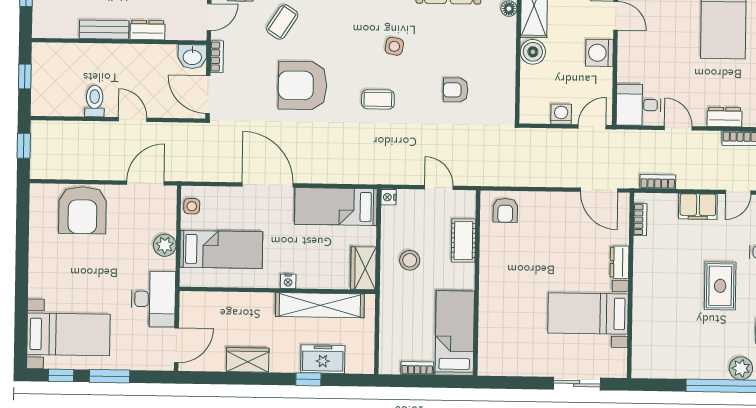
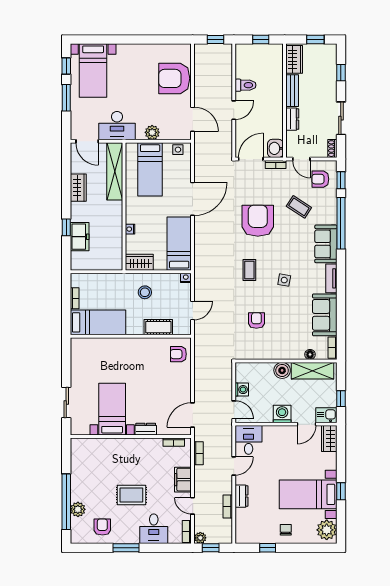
wardrobe: (56, 26) -> (294, 59), added
nightstand: (288, 281) -> (130, 229), moved
shelving: (320, 305) -> (115, 171), moved

